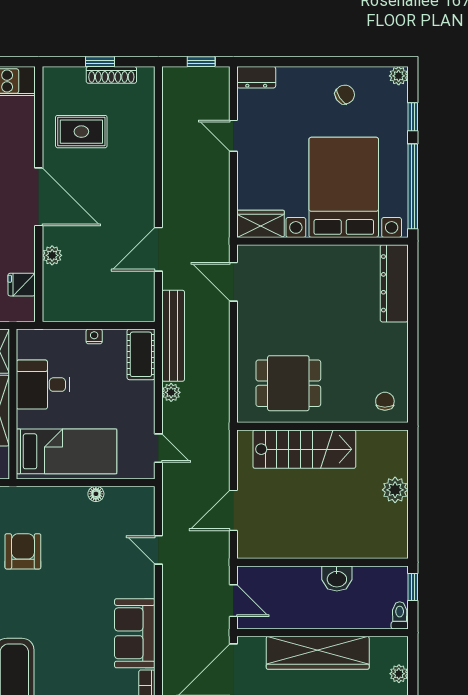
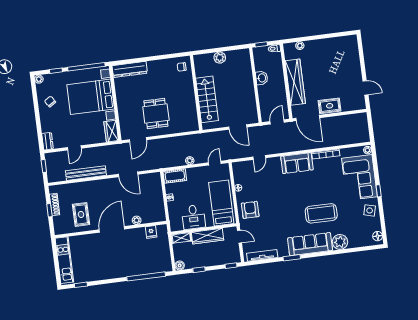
bench: (173, 336) -> (86, 173), moved
dining table: (288, 383) -> (156, 113), moved
armchair: (23, 551) -> (250, 210), moved, turned 90

